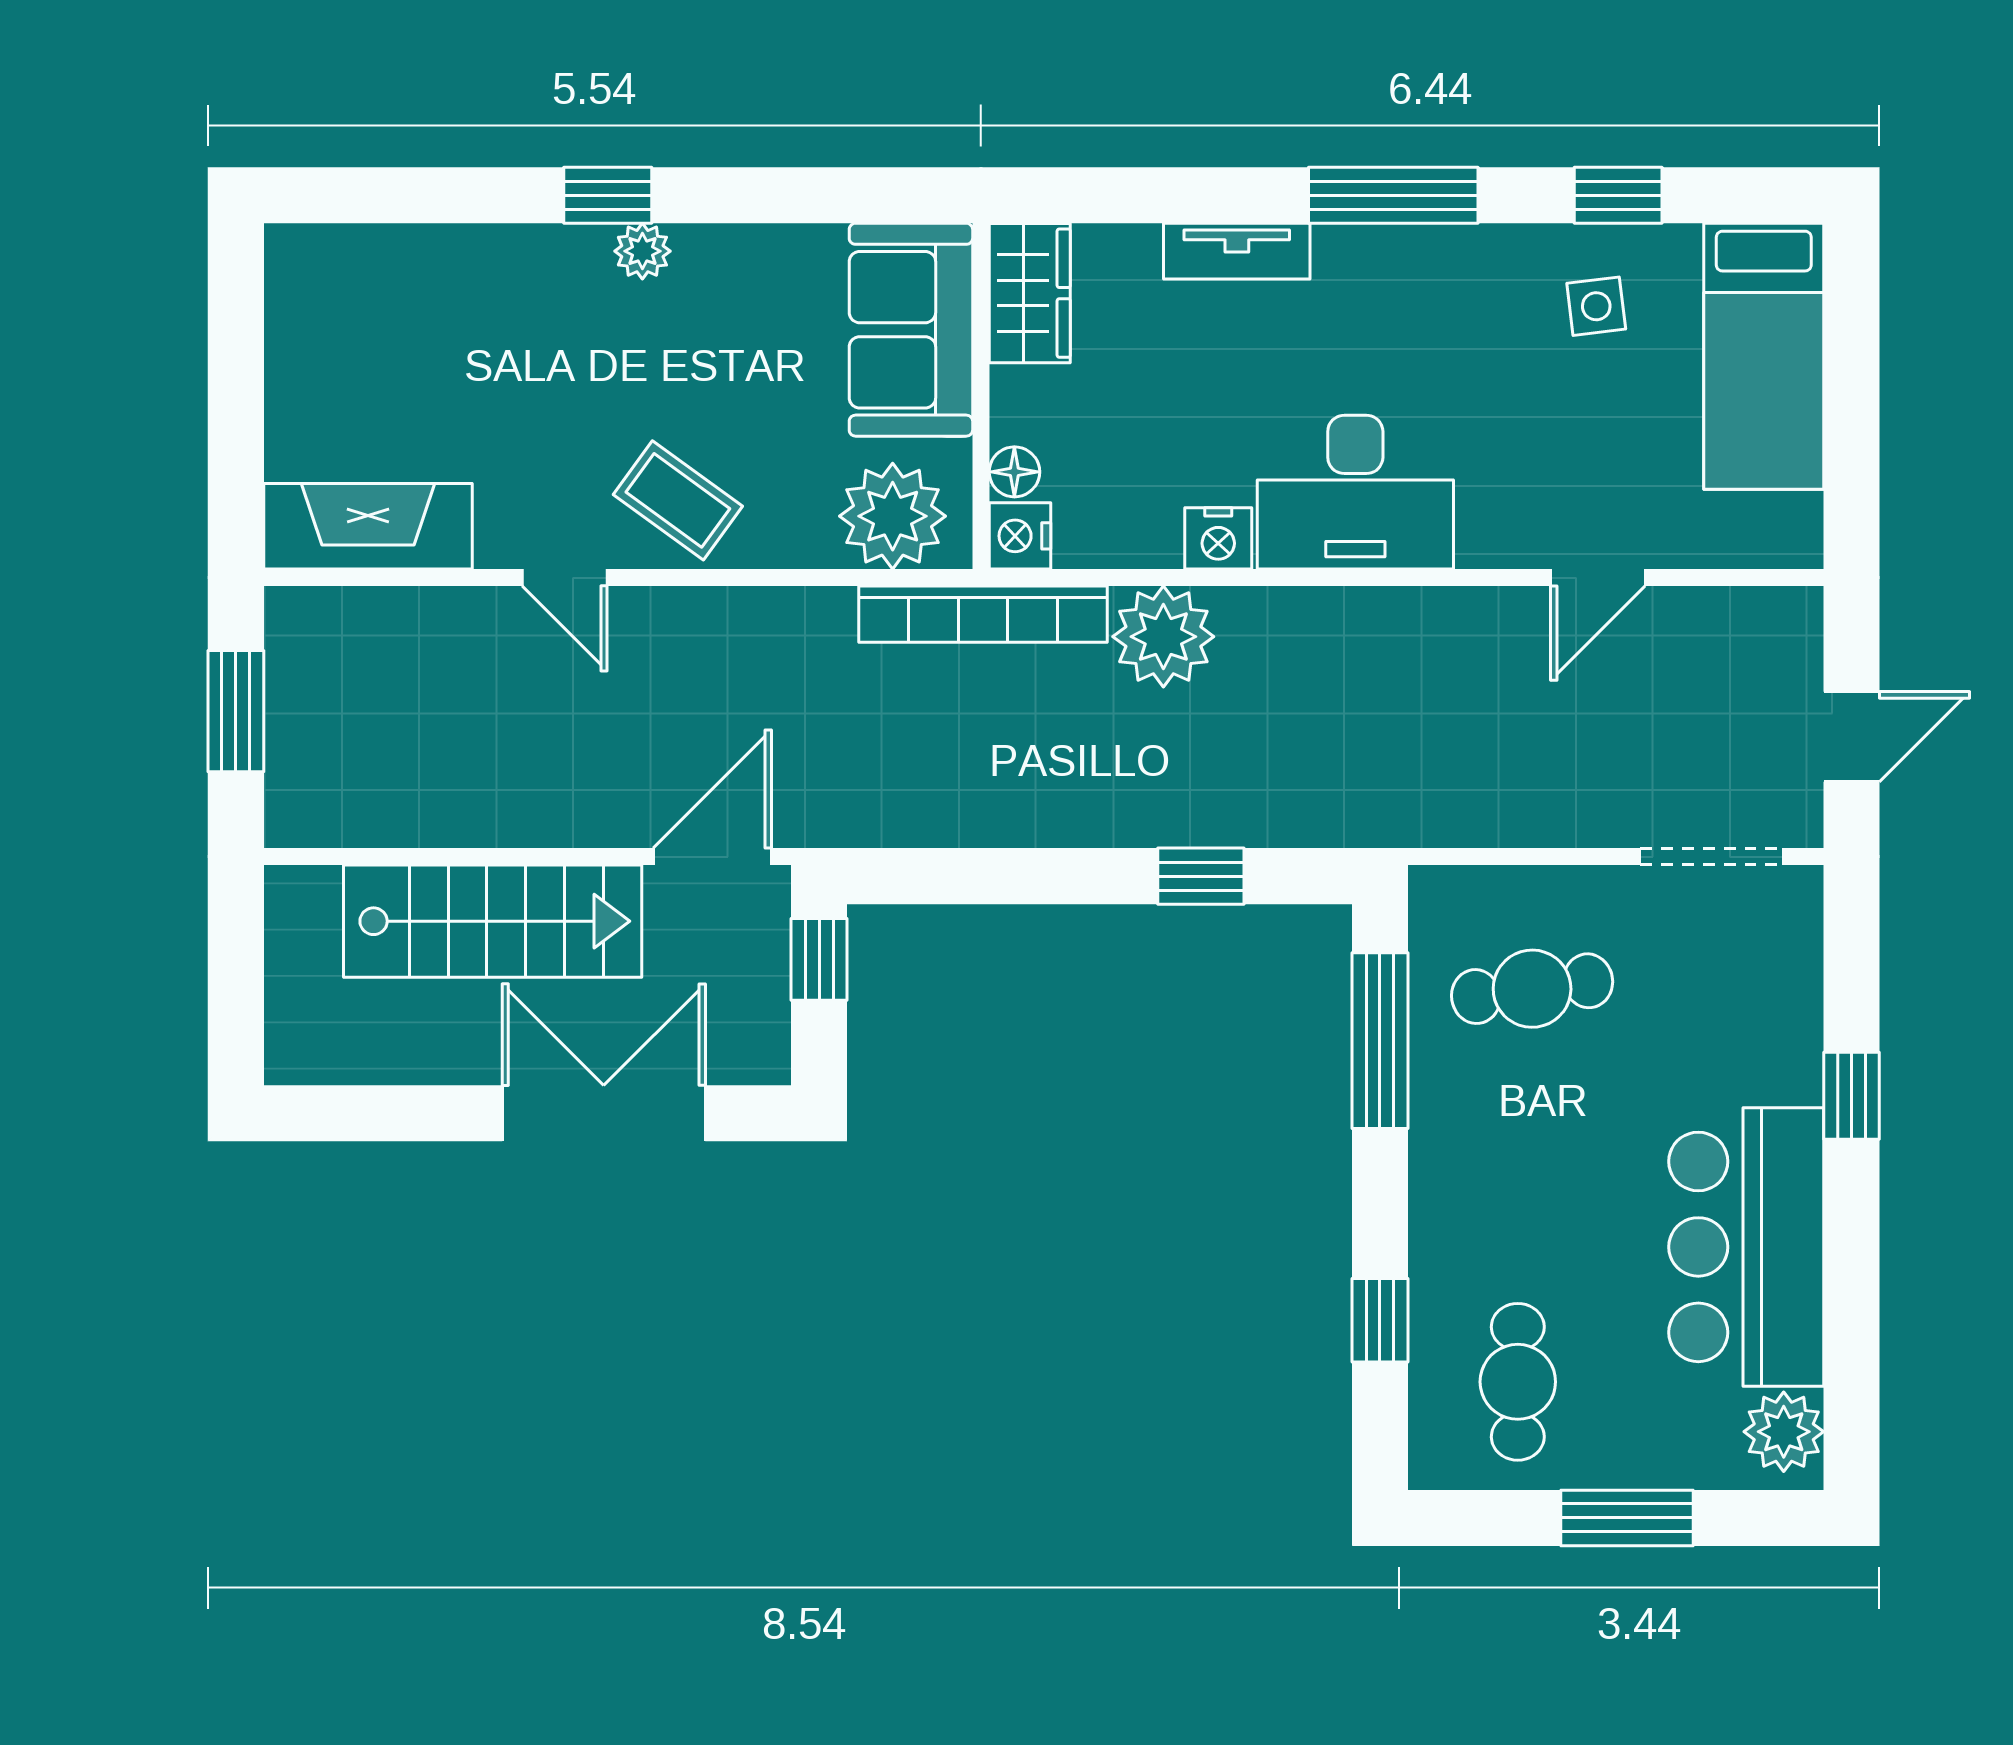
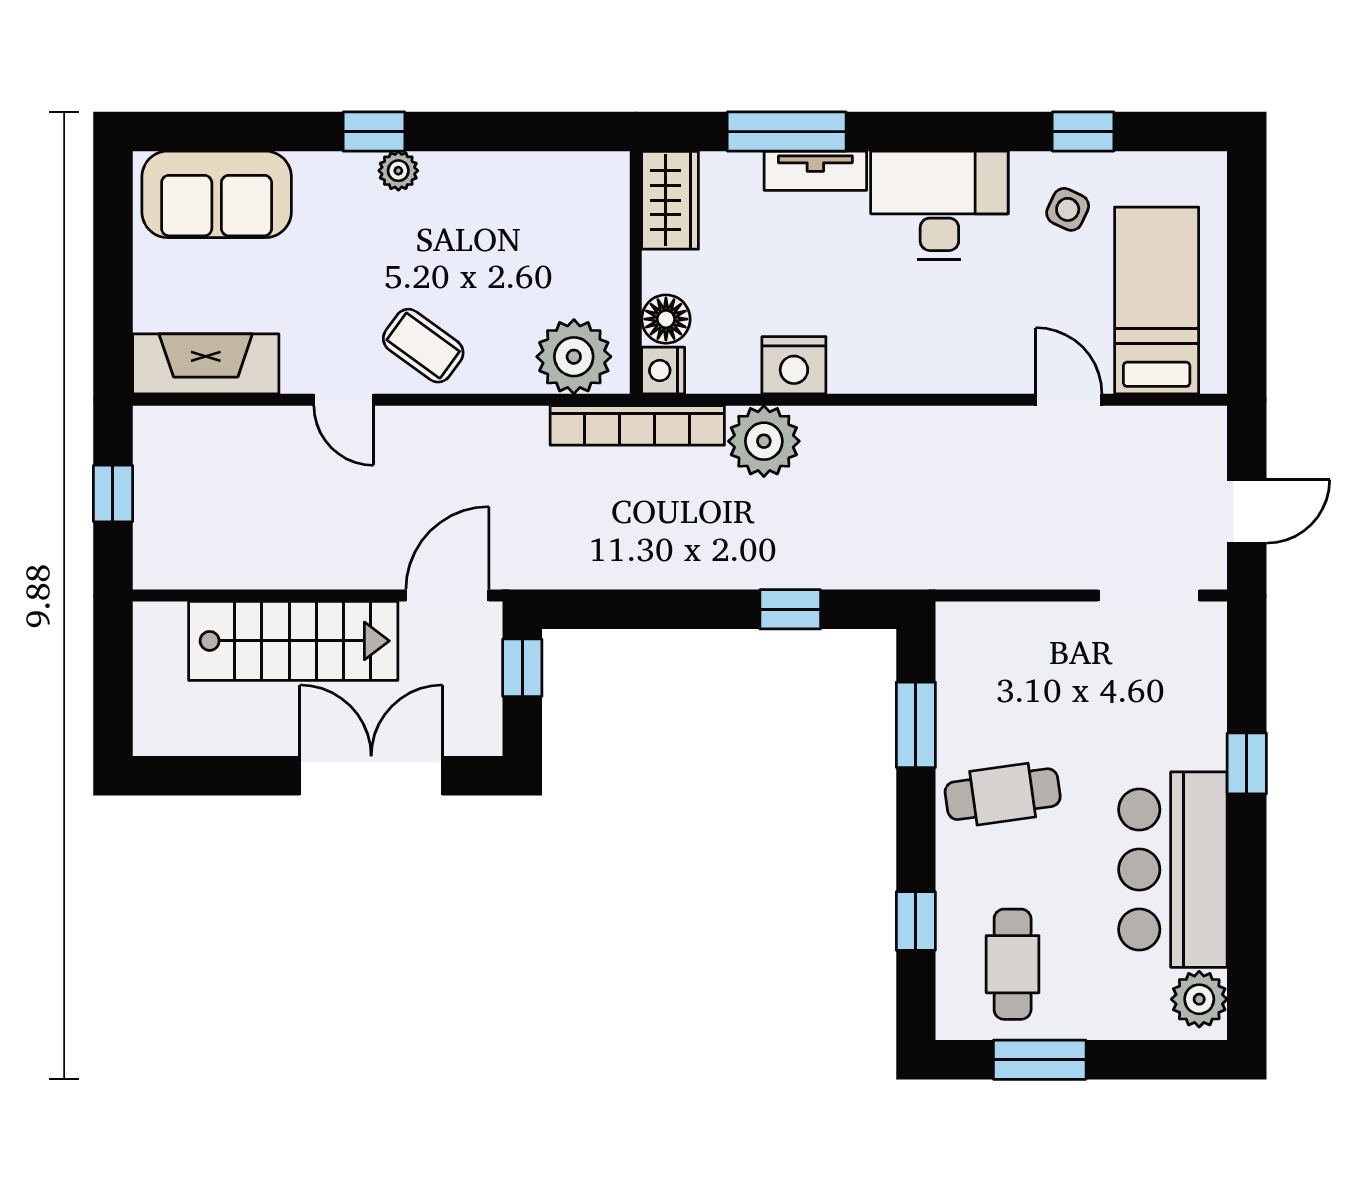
window: (1393, 195) -> (787, 132), moved
side table: (1596, 306) -> (1068, 209), turned 32
sofa: (911, 330) -> (217, 194), moved, turned -90
bed: (1764, 356) -> (1157, 301), moved, turned 180
floor lamp: (1014, 472) -> (666, 319), width x1.37, depth x1.37
desk: (1355, 492) -> (939, 205), moved, turned 180
nightstand: (1218, 538) -> (794, 365), width x1.36, depth x1.33
door: (1598, 578) -> (1069, 400), swing flipped
window: (236, 711) -> (113, 493), width x0.67
cafe table: (1532, 989) -> (1003, 794), moved
window: (1380, 1041) -> (916, 725), width x0.69
window: (1627, 1518) -> (1040, 1060), moved

